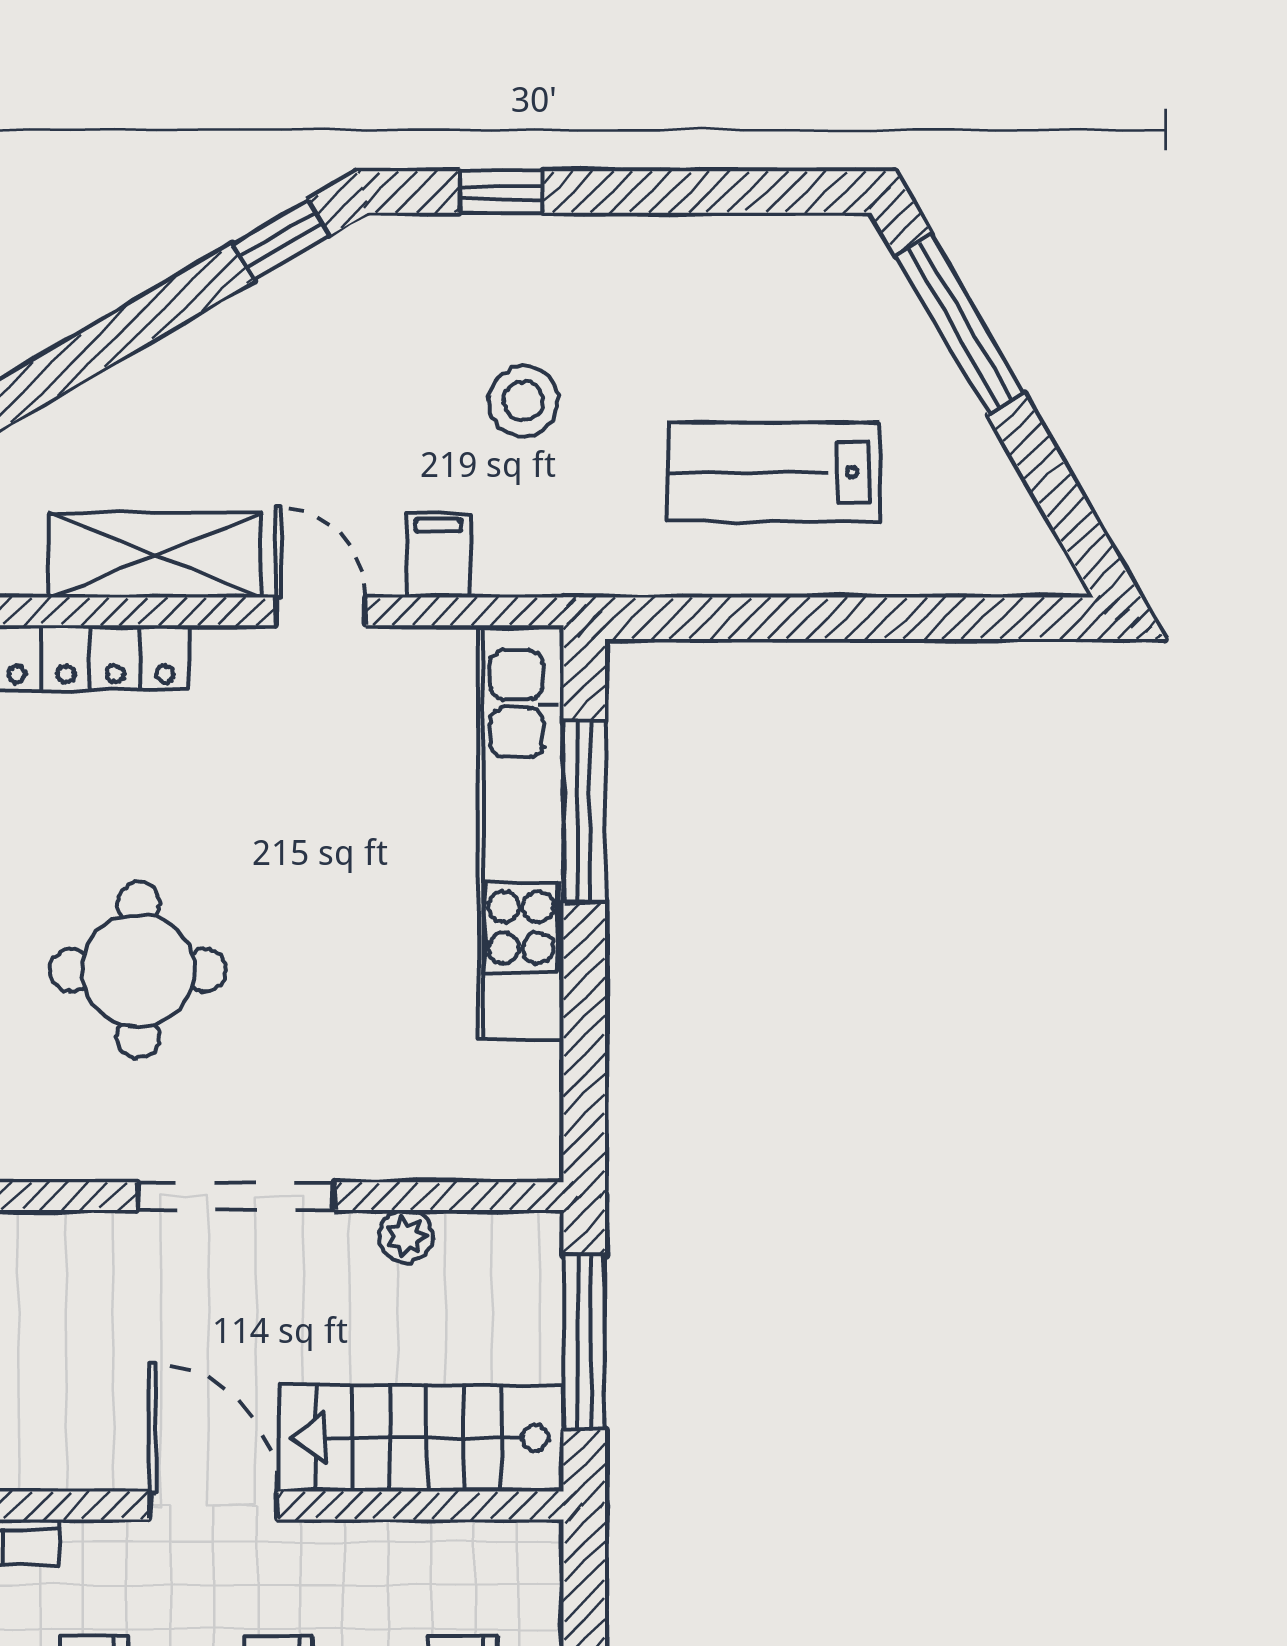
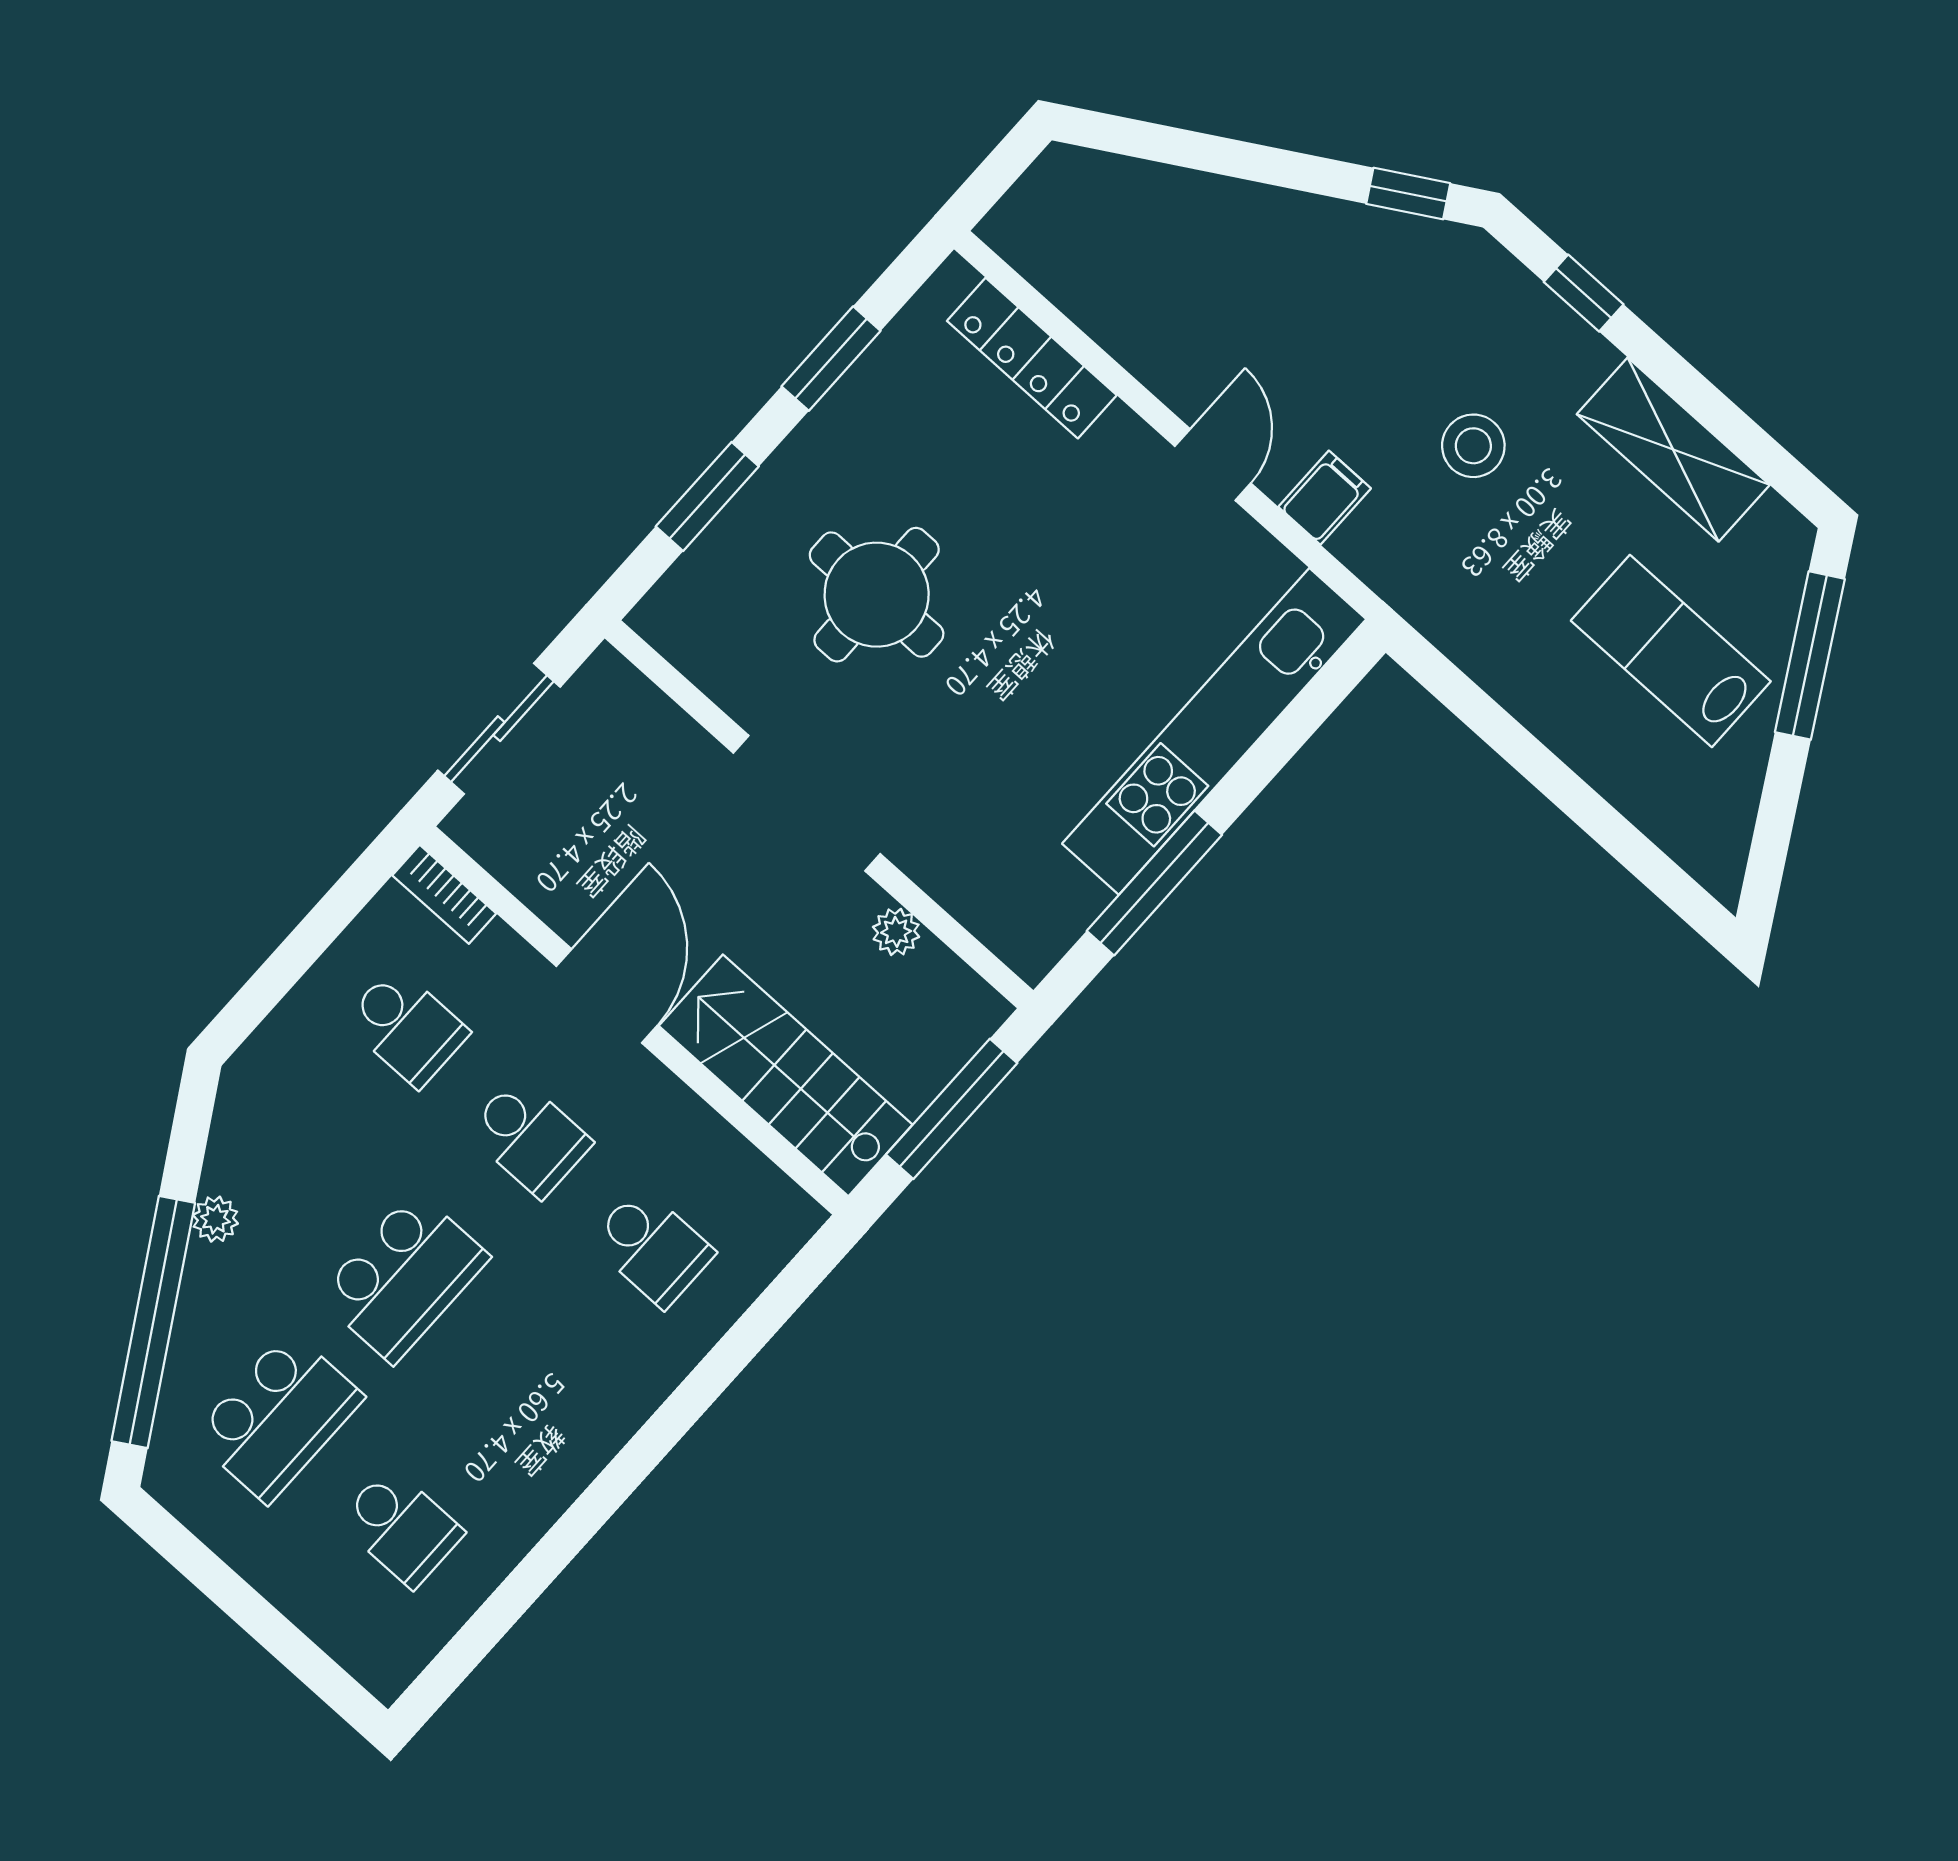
lab bench: (774, 472) -> (1671, 651), moved
shelving: (155, 555) -> (1673, 450), moved
window: (584, 812) -> (1154, 883), moved

